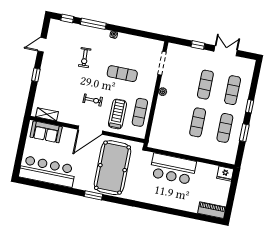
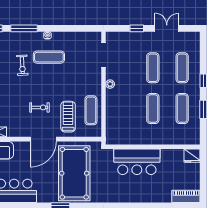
exercise mat: (122, 74) -> (49, 57), moved

